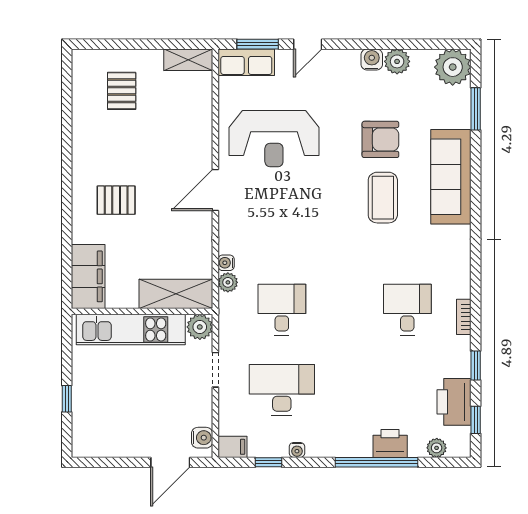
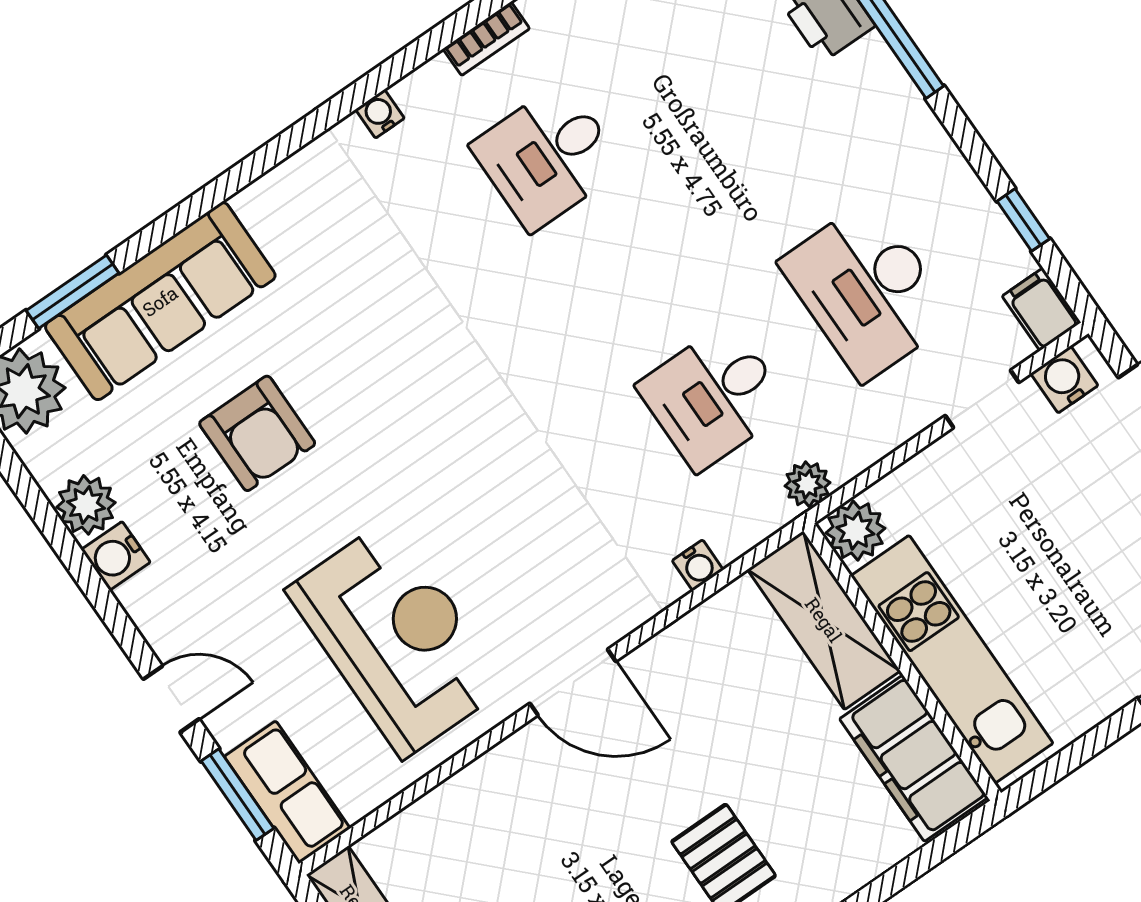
armchair: (380, 139) -> (257, 433), turned 180
sofa: (451, 177) -> (160, 301), moved
coffee table: (383, 198) -> (365, 352), removed
filing cabinet: (88, 276) -> (914, 758), moved, turned -90
plant: (228, 282) -> (807, 484), moved
doorway: (215, 370) -> (982, 399), moved
water cooler: (297, 450) -> (380, 114), moved, turned -90

